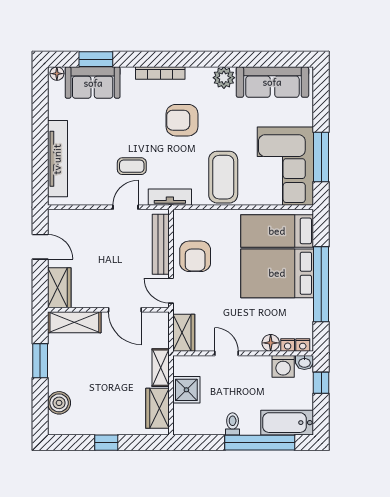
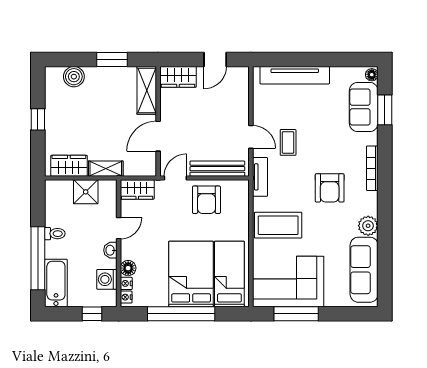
armchair: (182, 120) -> (330, 188), turned 180
armchair: (195, 256) -> (206, 200), turned -90
washbasin: (304, 362) -> (110, 250), moved

